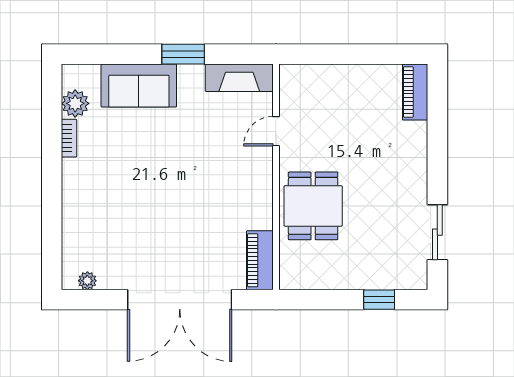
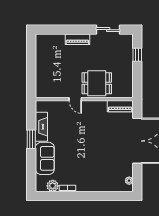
fireplace: (239, 78) -> (41, 127), moved
piano: (415, 92) -> (77, 39), moved
door: (276, 131) -> (75, 99), moved

